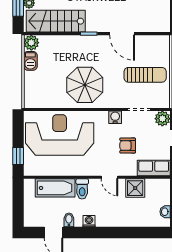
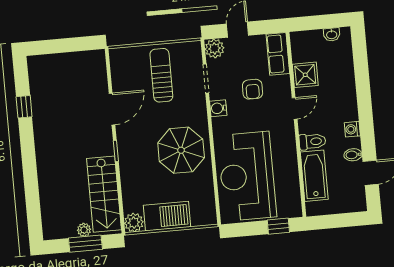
barbecue: (30, 61) -> (167, 216), width x1.88, depth x1.53

